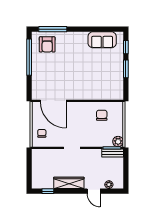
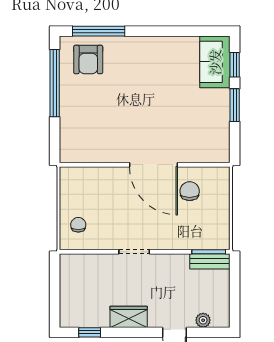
sofa: (102, 40) -> (215, 62), moved, turned 90
door: (53, 101) -> (153, 165), moved
plant: (118, 142) -> (220, 240), removed
wardrobe: (69, 183) -> (129, 317), width x0.67

